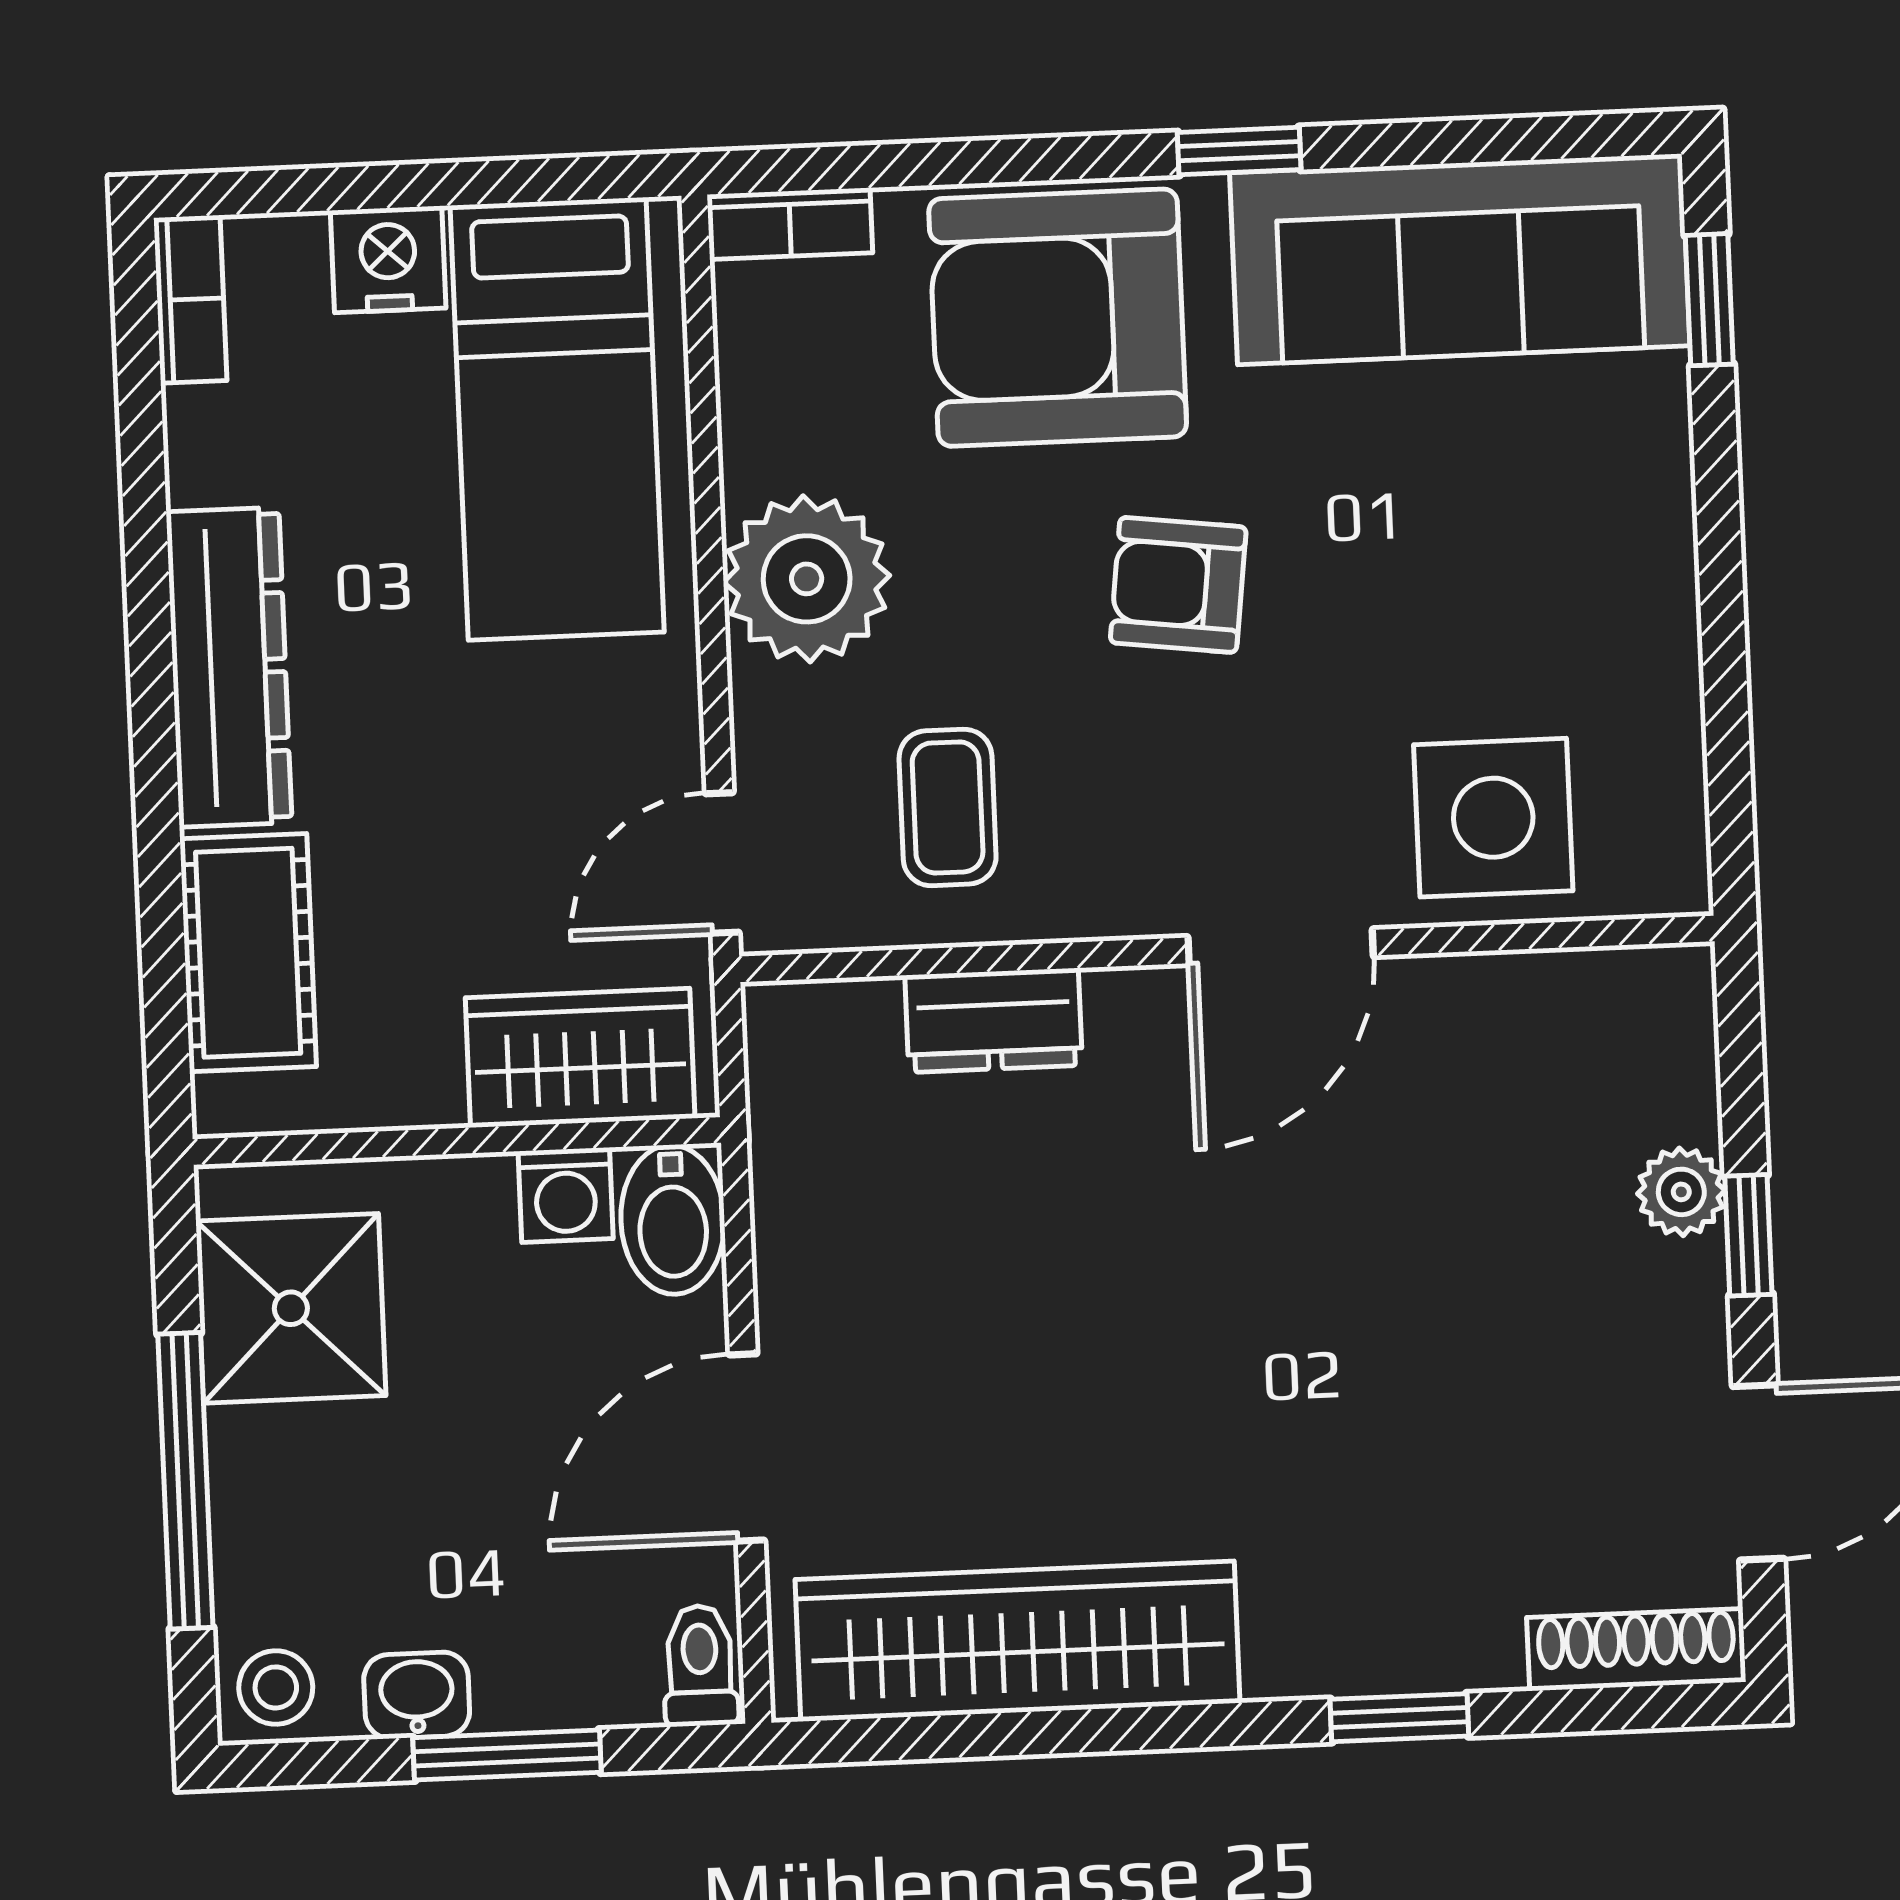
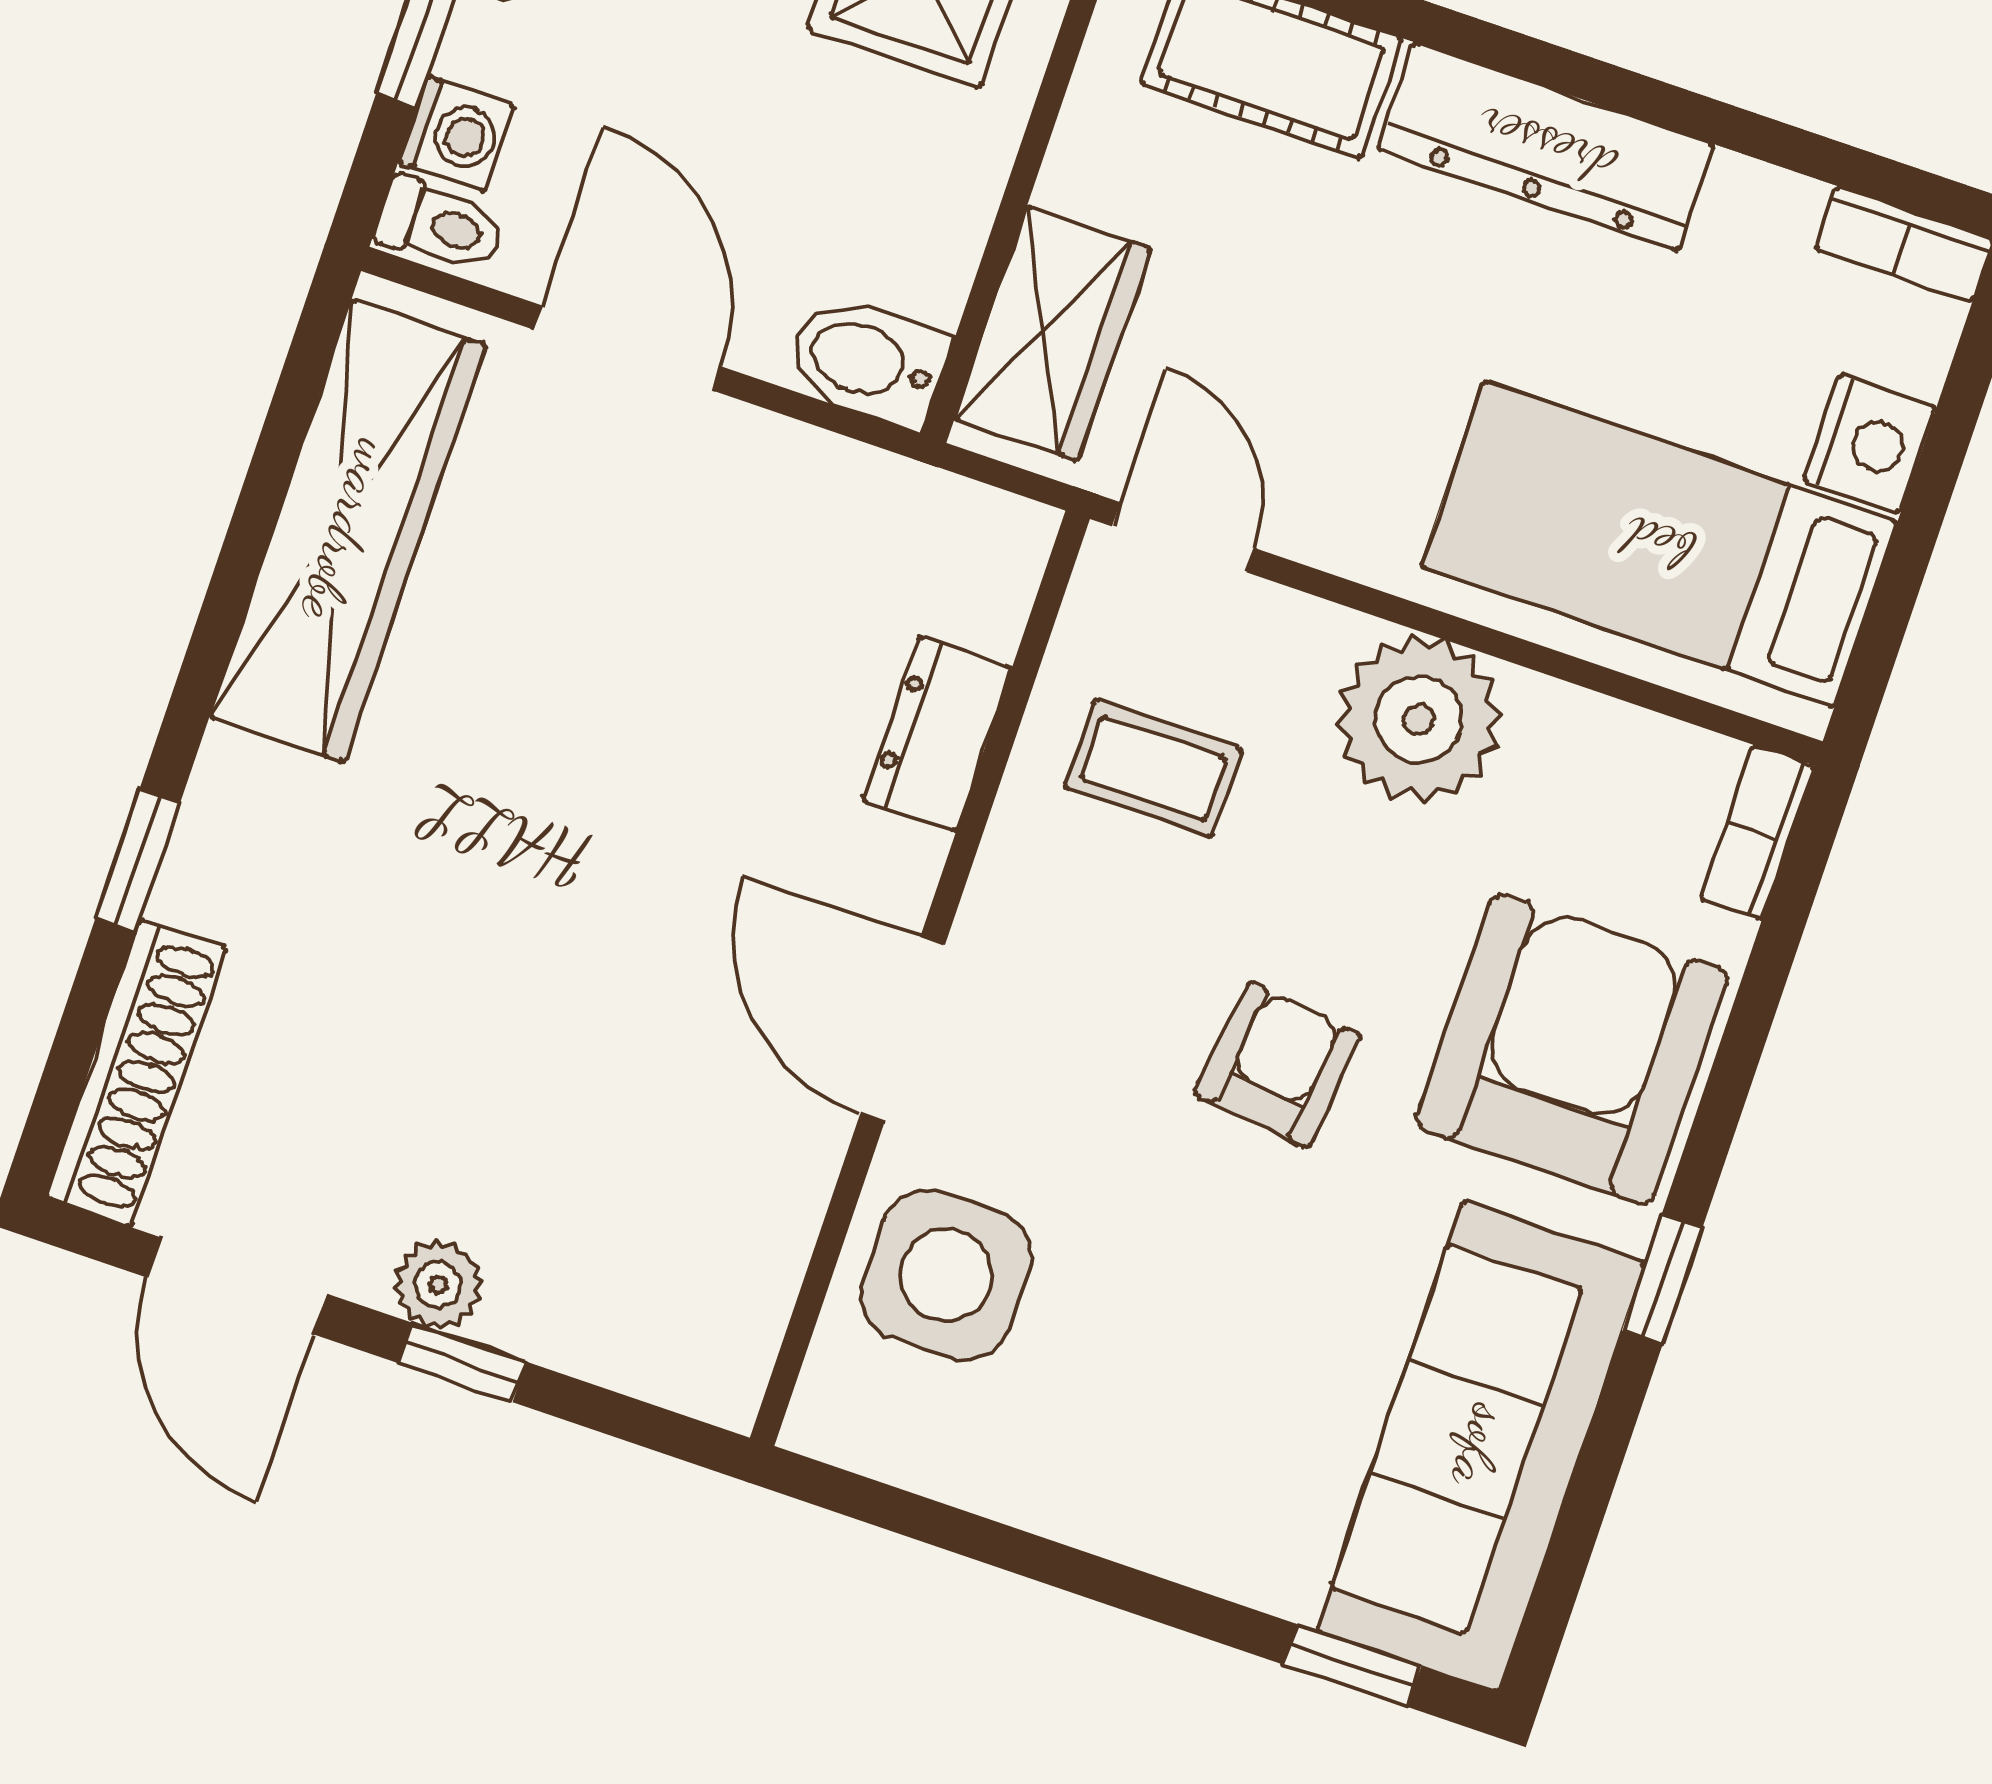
plant: (1681, 1192) -> (438, 1285), moved
washing machine: (566, 1195) -> (456, 134), moved, turned 180
shoe rack: (1636, 1650) -> (136, 1073), width x1.36, depth x1.24

